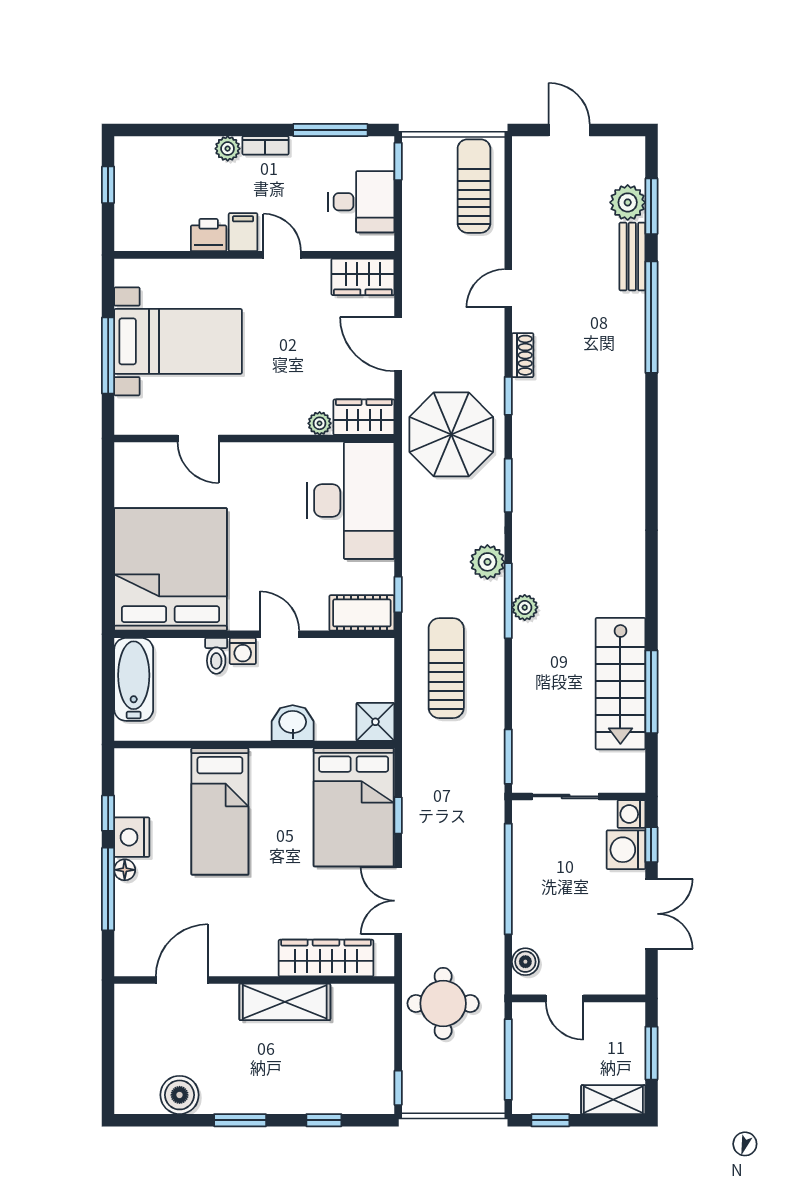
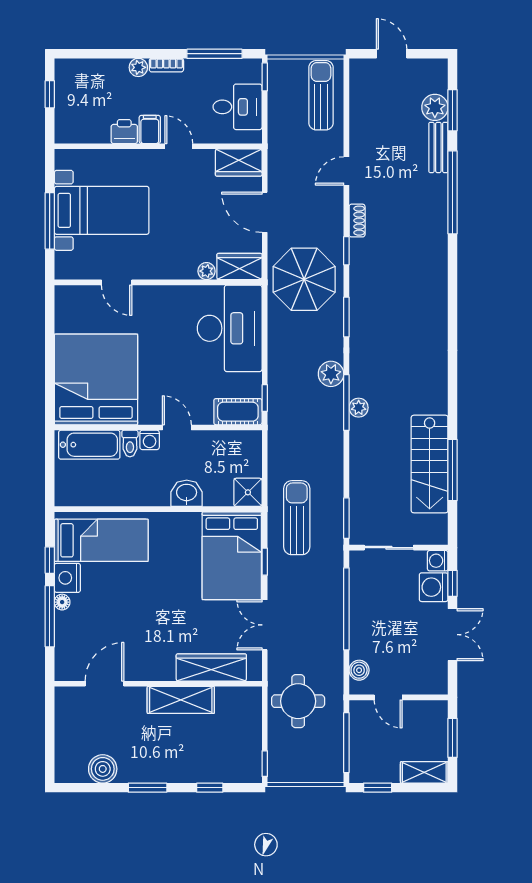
sun lounger: (446, 668) -> (297, 518), moved
bathtub: (134, 679) -> (89, 445), moved, turned 90
bed: (220, 811) -> (101, 540), moved, turned -90

